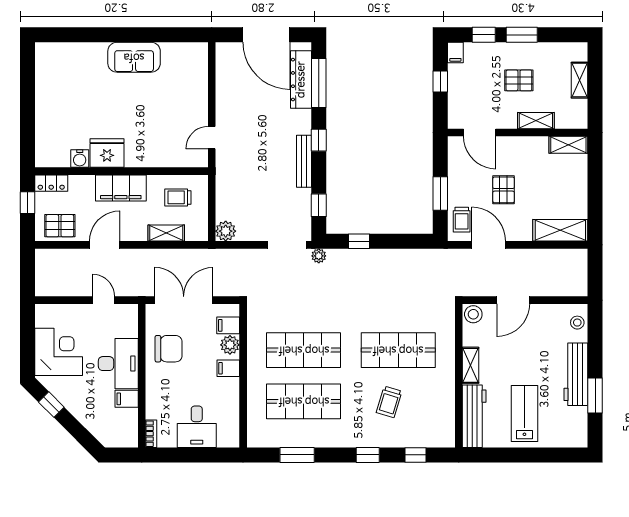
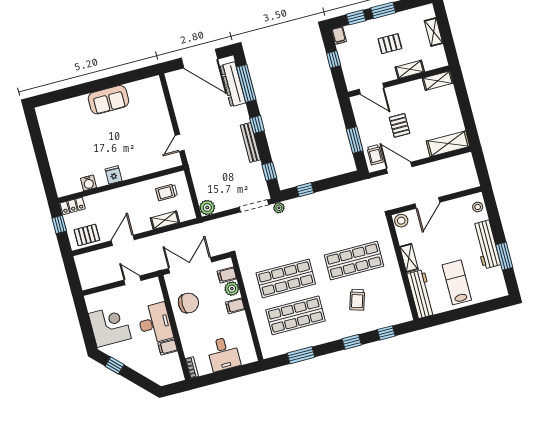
fridge: (107, 153) -> (114, 175), width x0.53, depth x0.75
filing cabinet: (121, 188) -> (124, 196), removed

